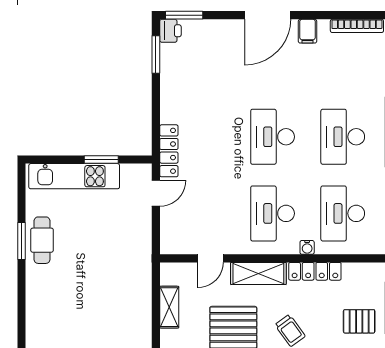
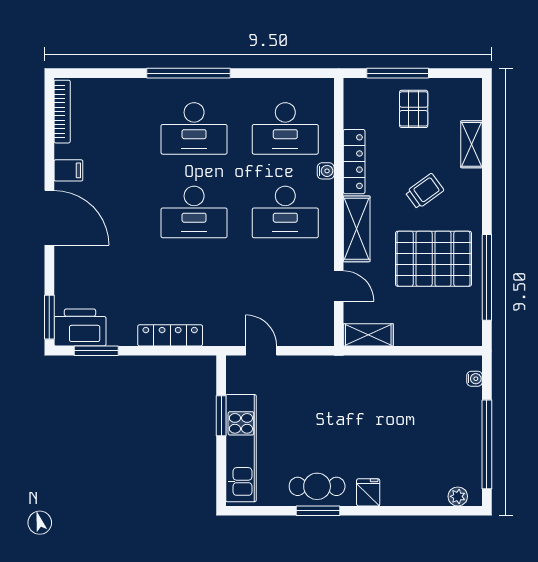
printer: (170, 31) -> (80, 327), width x1.87, depth x1.48
locker: (169, 151) -> (170, 335), moved
fridge: (37, 283) -> (368, 492), added
shelving: (169, 307) -> (368, 335), moved

